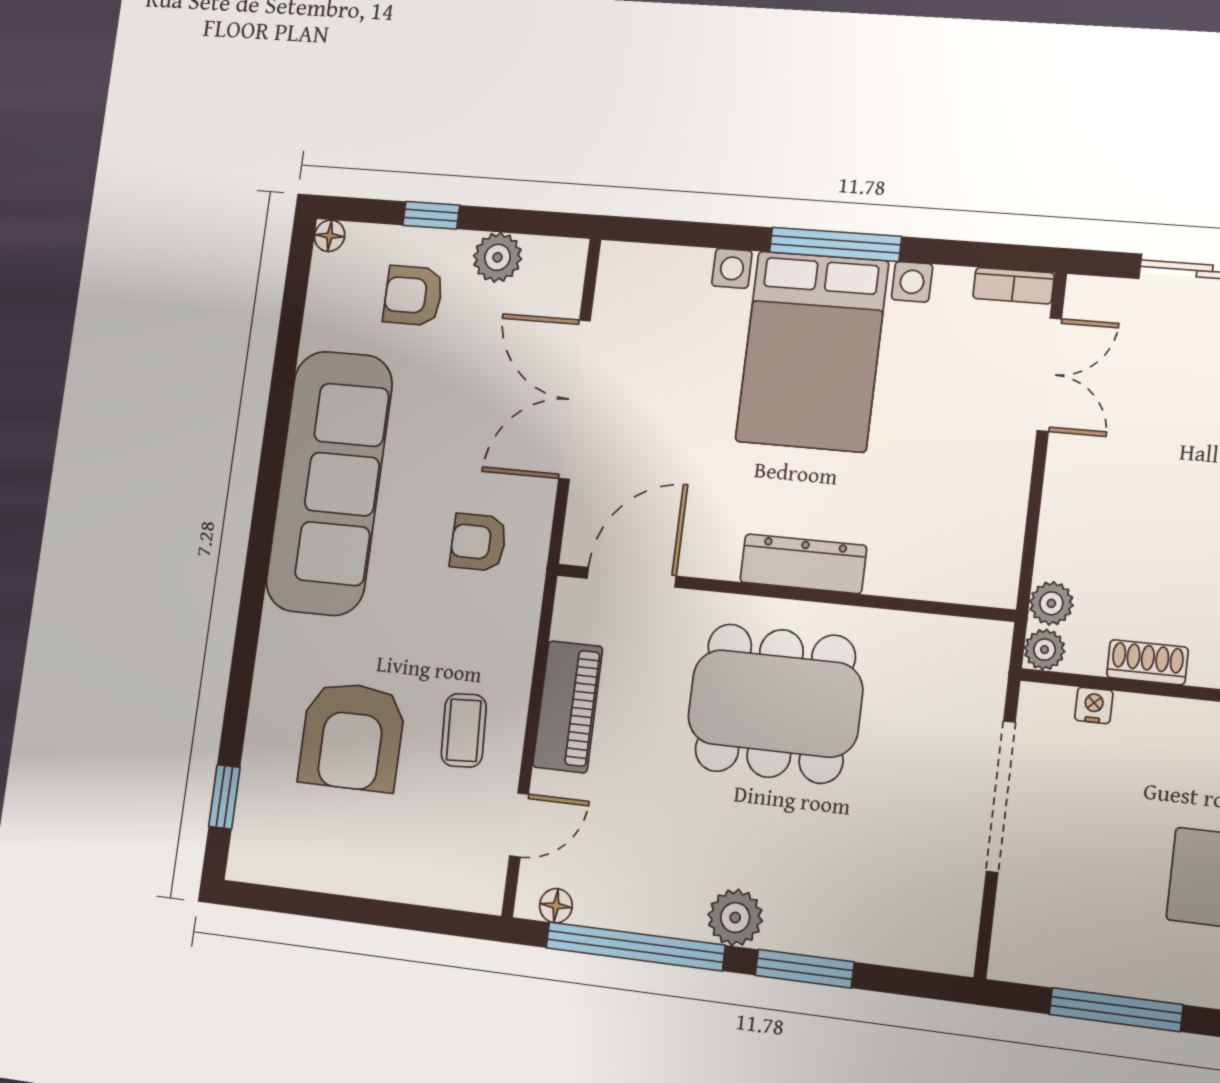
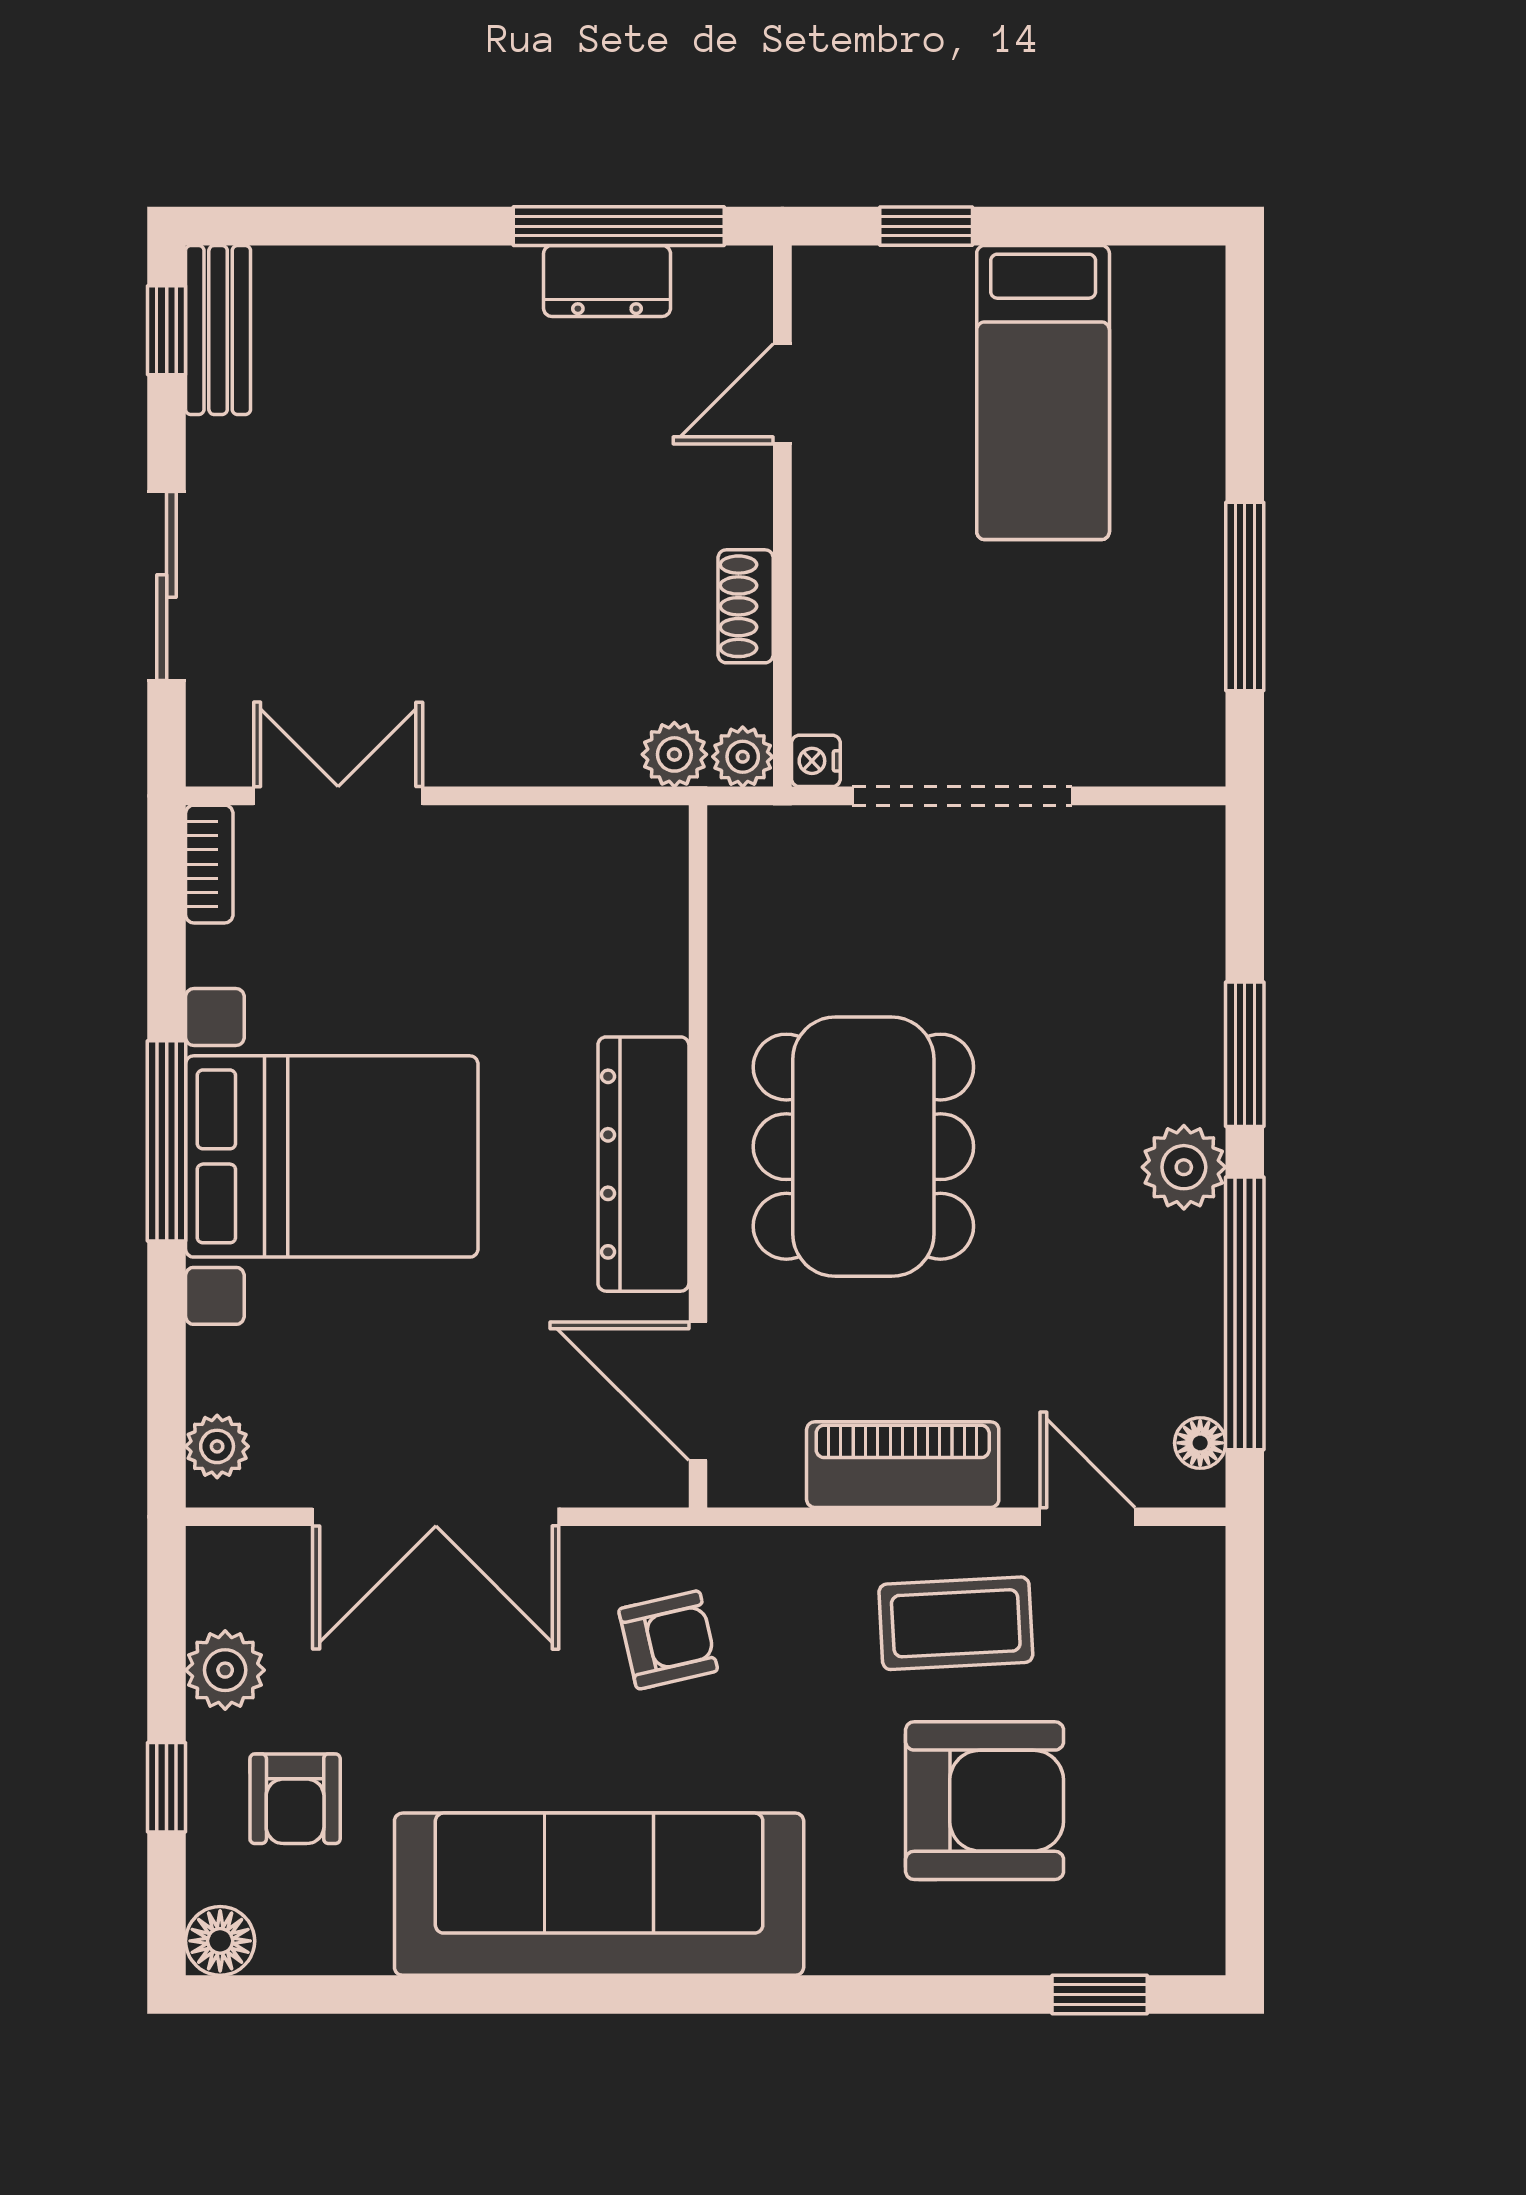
floor lamp: (330, 236) -> (220, 1941), width x1.37, depth x1.37
plant: (637, 263) -> (217, 1446), added
armchair: (478, 542) -> (668, 1640), turned -103
dresser: (803, 564) -> (643, 1164), width x1.37, depth x1.24
nightstand: (1094, 705) -> (816, 761), moved
coffee table: (464, 730) -> (956, 1623), width x1.36, depth x1.30

